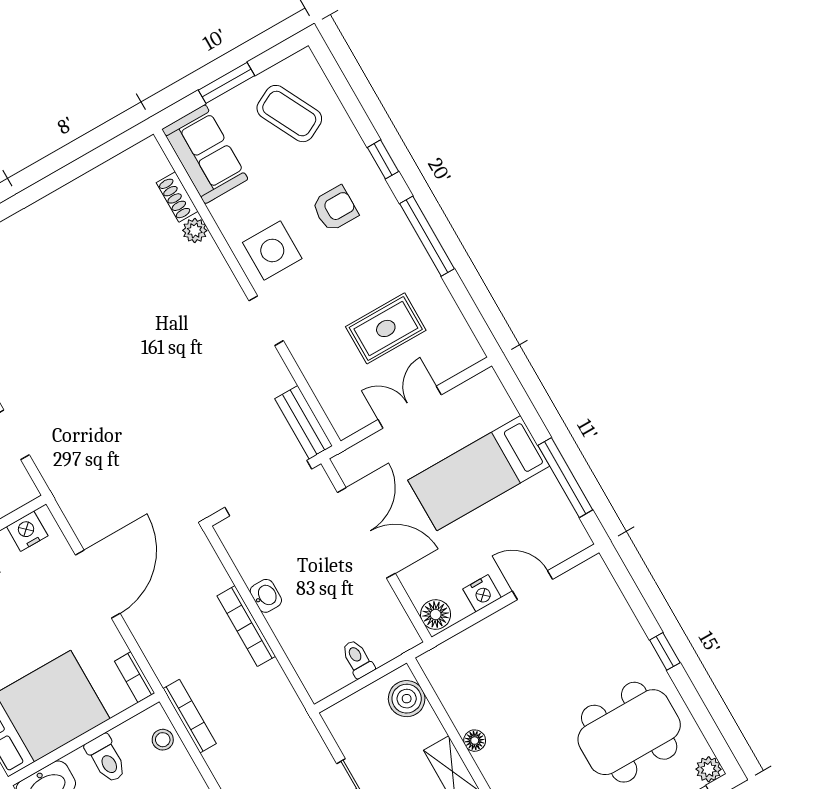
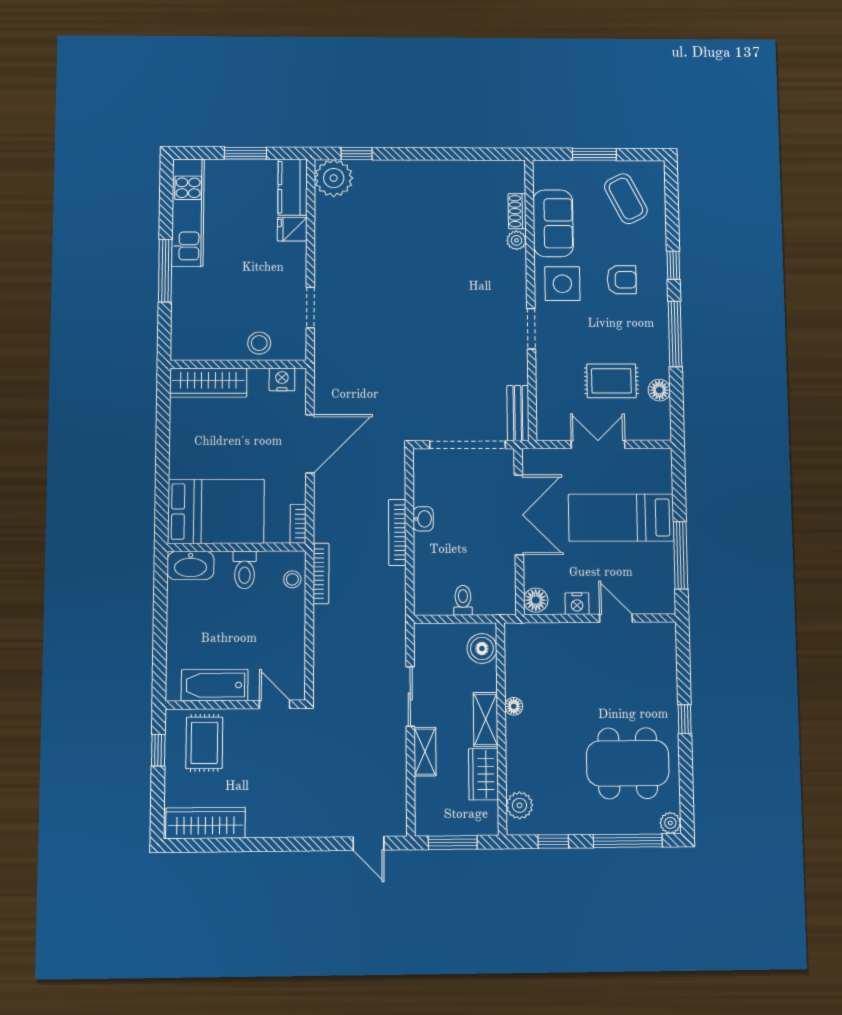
sofa: (205, 154) -> (553, 223), moved
floor lamp: (444, 309) -> (659, 390), added

